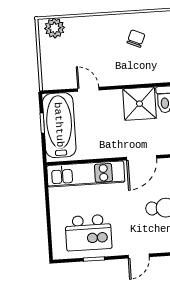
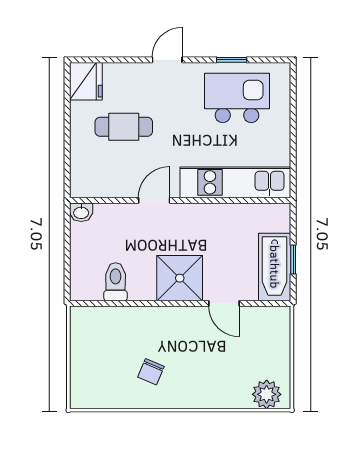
shower: (139, 104) -> (180, 278), moved
bathtub: (59, 125) -> (275, 267), width x0.73, depth x0.73
door: (141, 158) -> (154, 200), width x0.73

